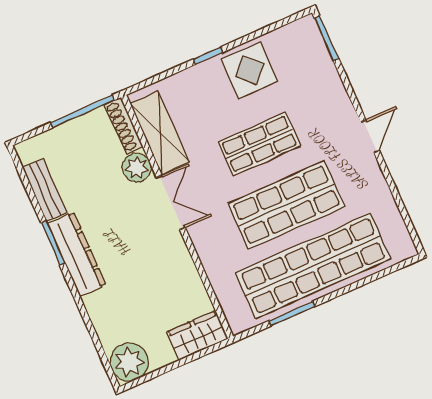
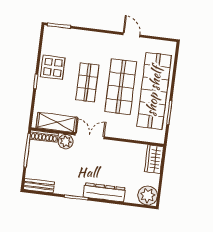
door: (370, 136) -> (131, 35), moved
bench: (45, 190) -> (39, 186), moved
dresser: (77, 254) -> (104, 192), moved

